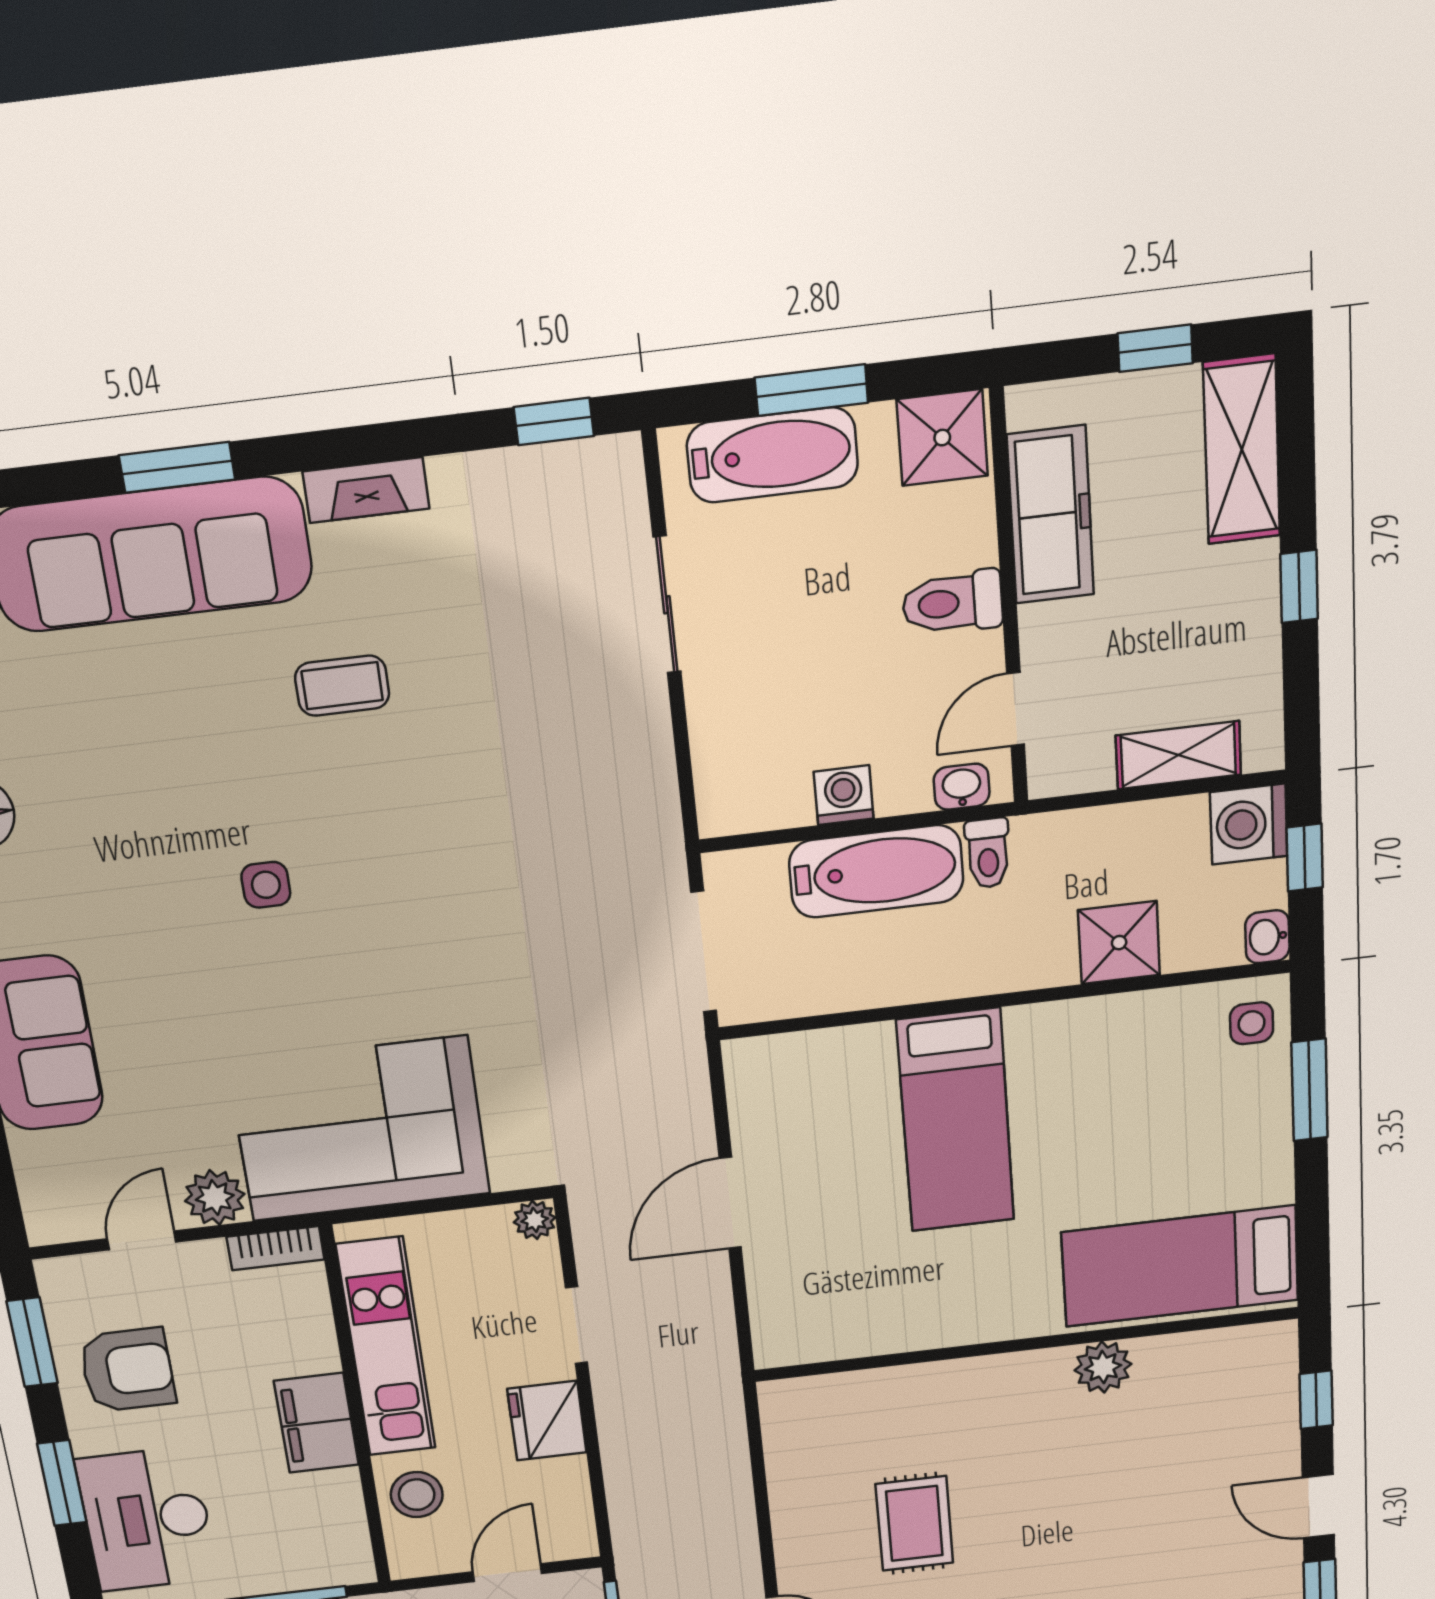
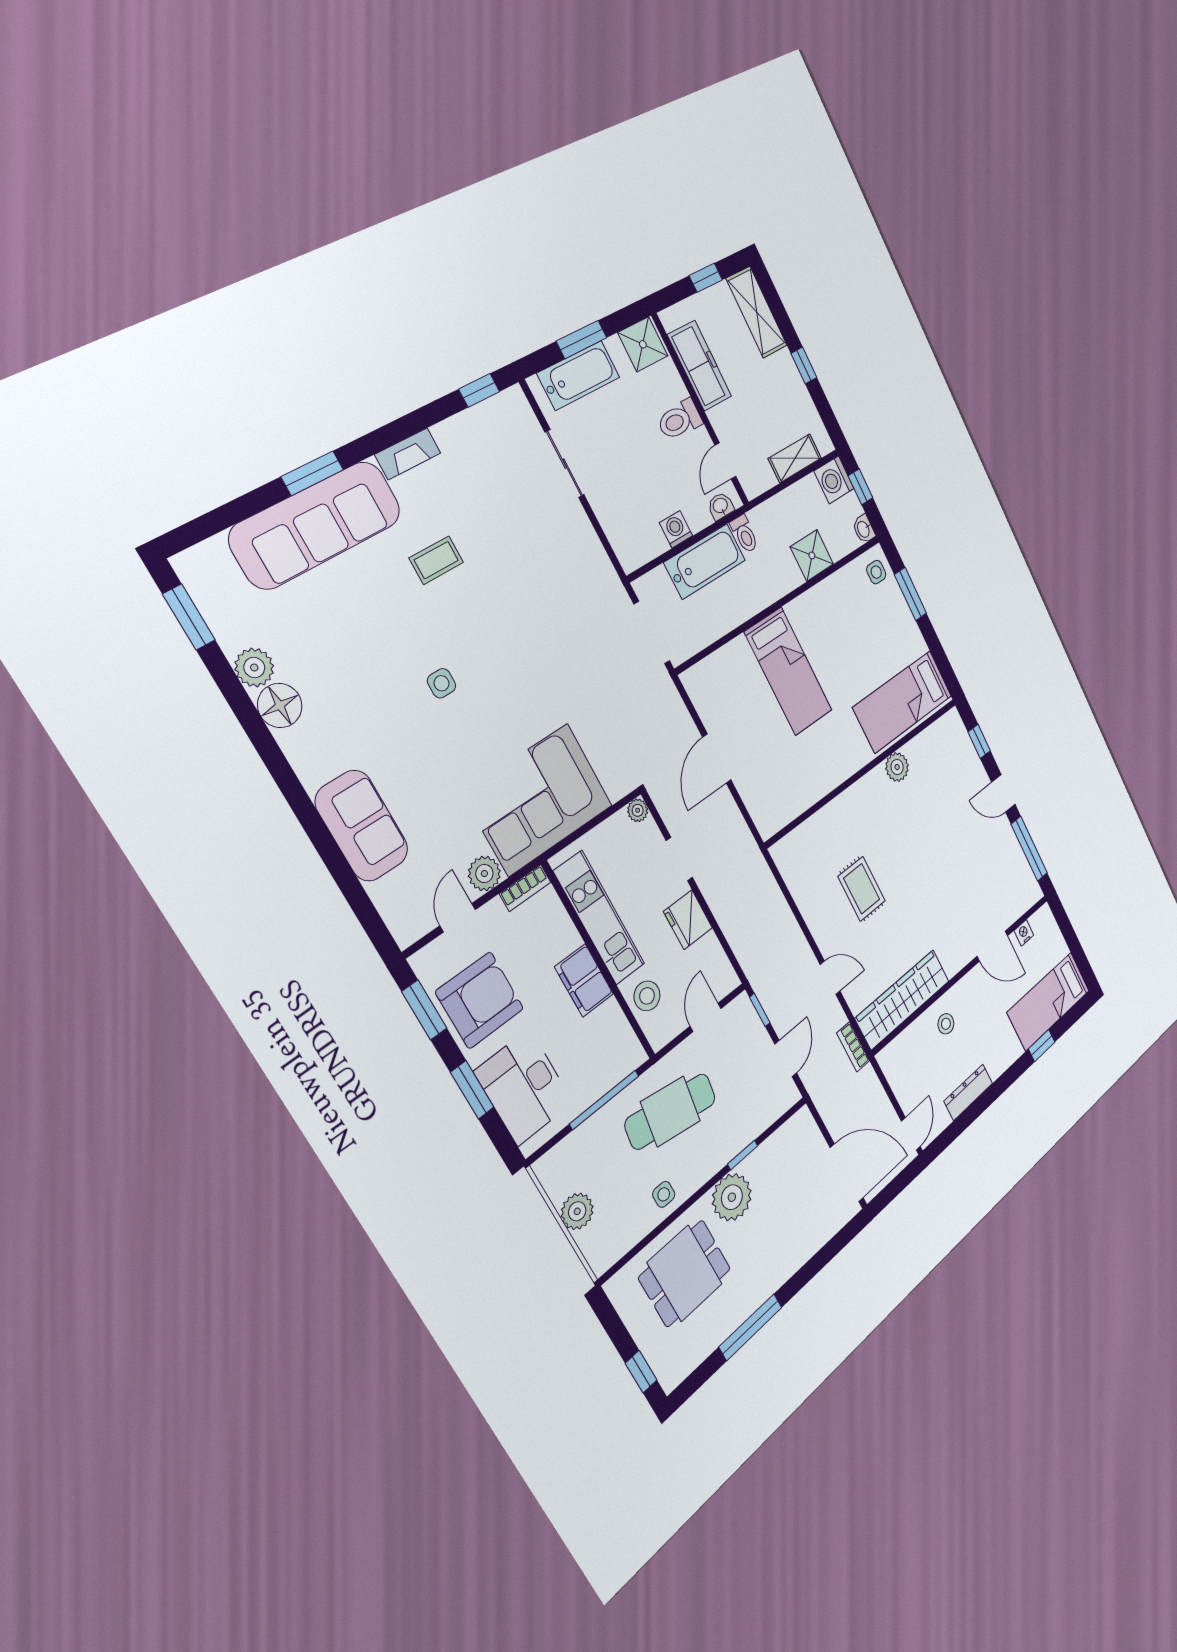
armchair: (127, 1370) -> (480, 1000), width x1.36, depth x1.36

